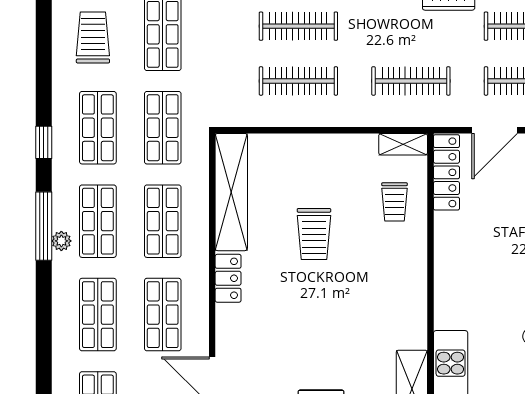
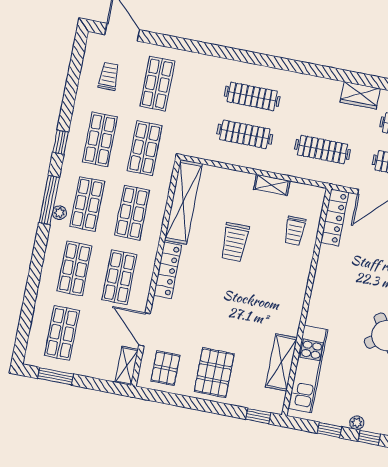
trolley: (93, 37) -> (109, 76), width x0.73, depth x0.72
shelving: (403, 144) -> (272, 185), moved
locker: (228, 278) -> (168, 270), width x1.53

